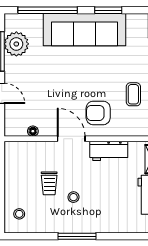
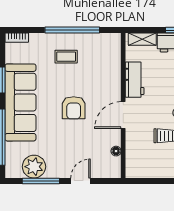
coffee table: (133, 94) -> (66, 57), moved
armchair: (98, 113) -> (74, 108), moved

